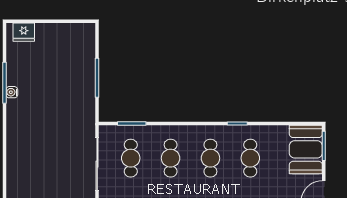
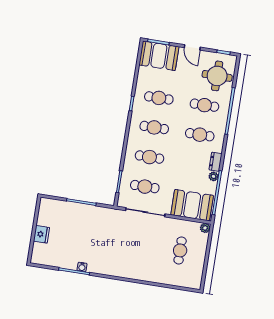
fridge: (24, 32) -> (41, 234), moved

